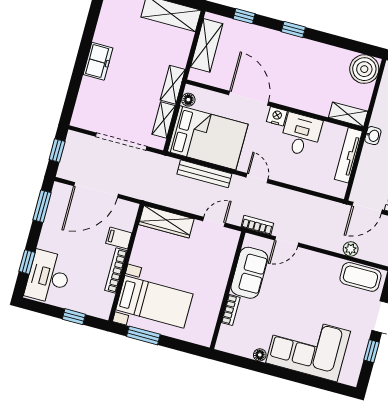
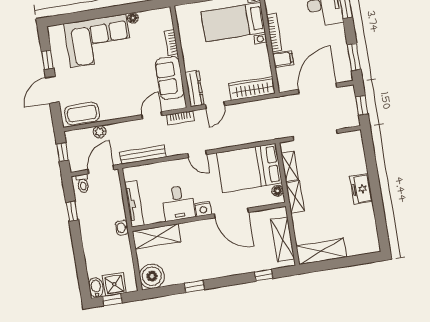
window: (293, 29) -> (194, 286), moved
shelving: (348, 114) -> (157, 236), width x1.50, depth x1.33
bench: (204, 174) -> (143, 155), moved
dresser: (228, 249) -> (194, 89), added

